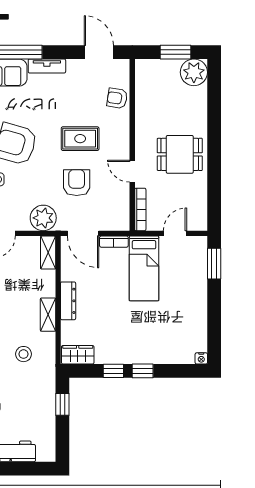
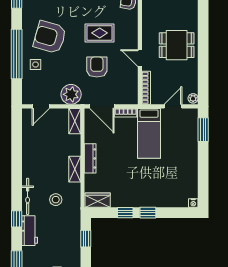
plant: (201, 223) -> (193, 98), added

